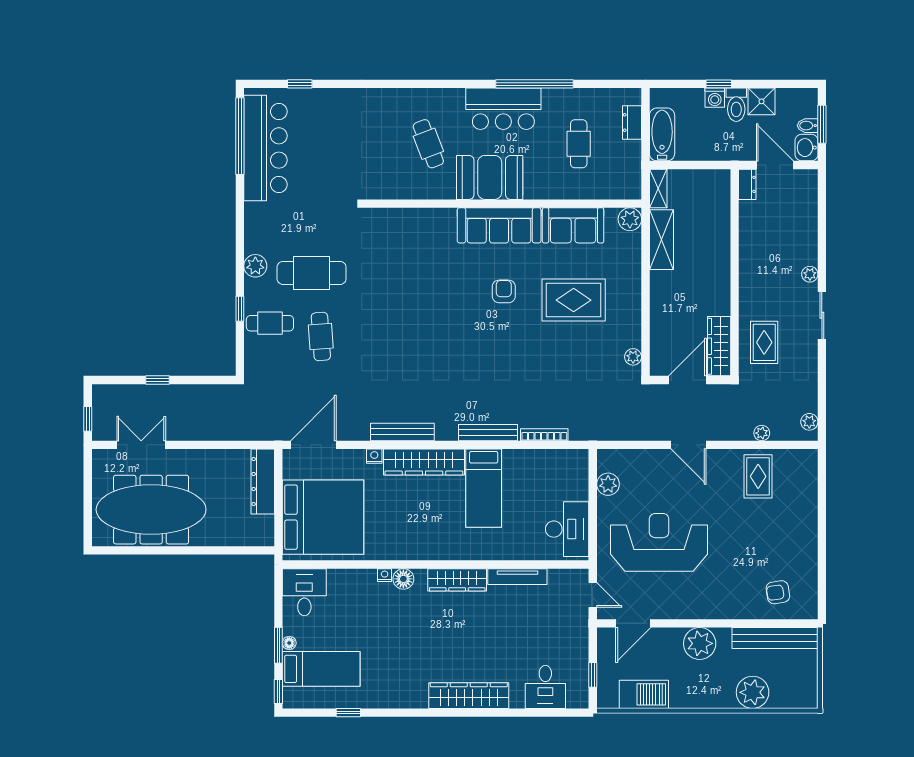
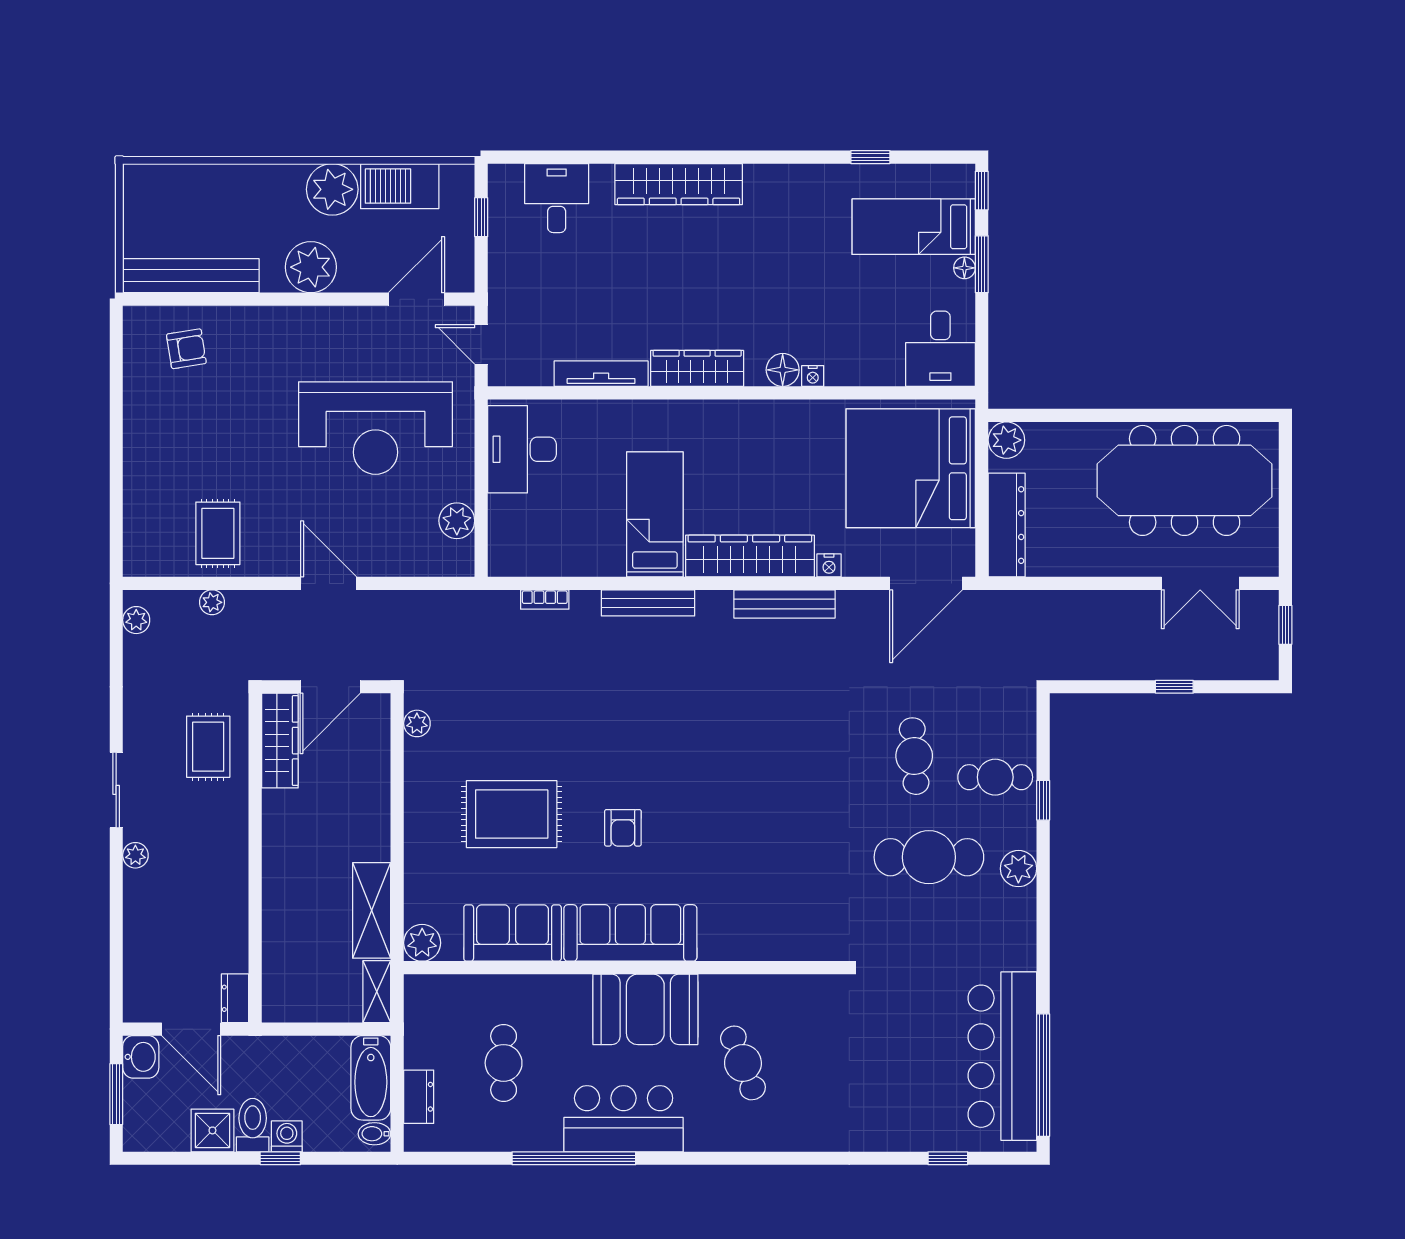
bidet: (808, 126) -> (374, 1134), moved, turned 180
bookcase: (544, 435) -> (545, 599), width x0.64
plant: (263, 535) -> (1006, 440), added
plant: (753, 692) -> (332, 189), moved

